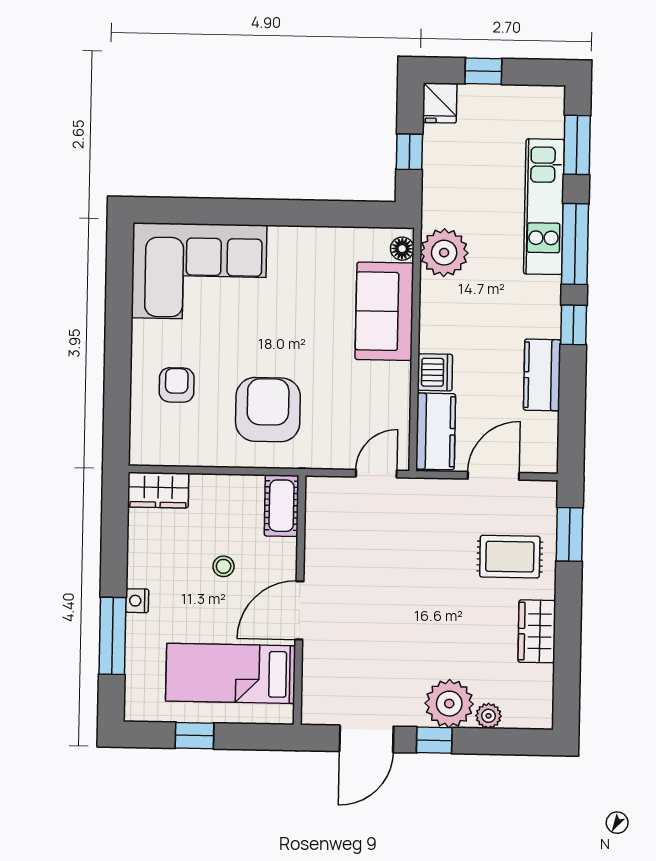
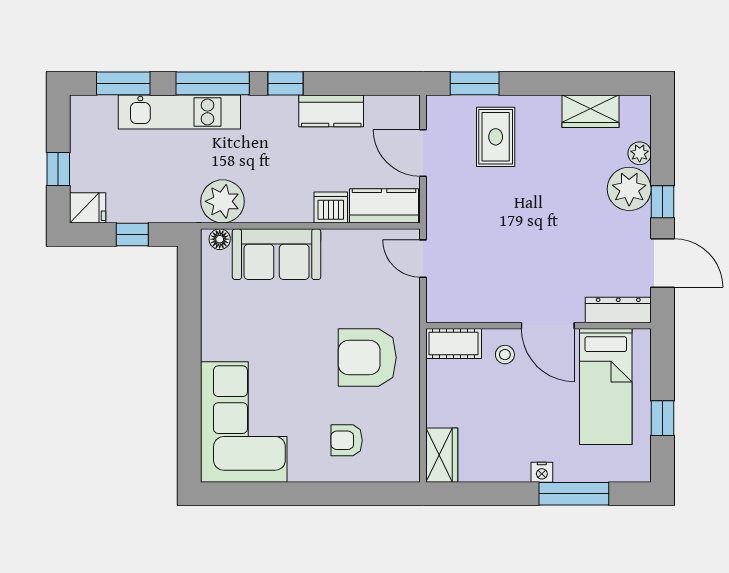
stool: (224, 566) -> (505, 355), moved
wardrobe: (537, 631) -> (590, 111), moved
dresser: (315, 689) -> (618, 310), added

